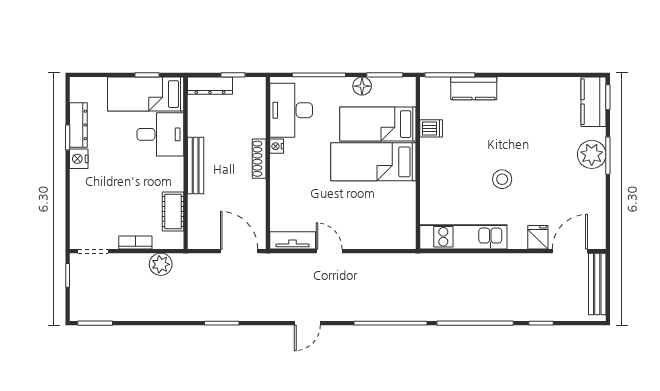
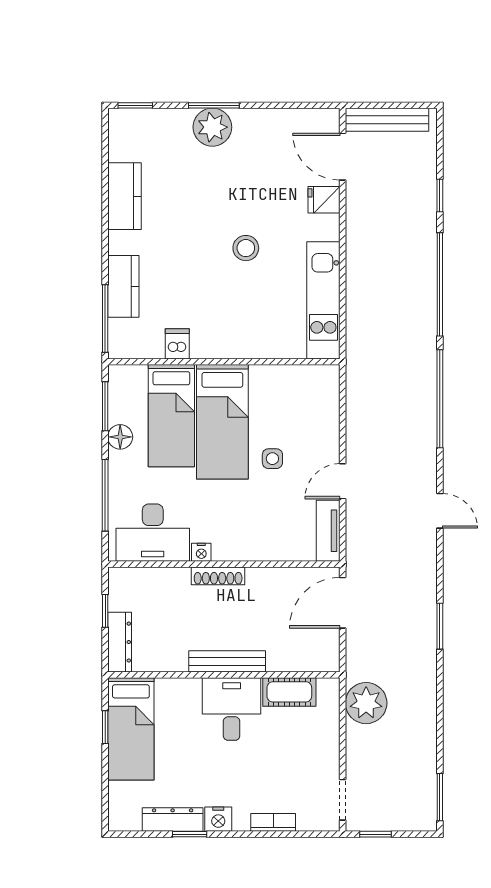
kitchen counter: (594, 102) -> (125, 196), moved, turned -90
desk: (160, 134) -> (232, 709), moved
side table: (346, 199) -> (272, 459), added
bookcase: (135, 242) -> (273, 822), moved, turned 90
plant: (161, 264) -> (366, 703), width x1.36, depth x1.36

